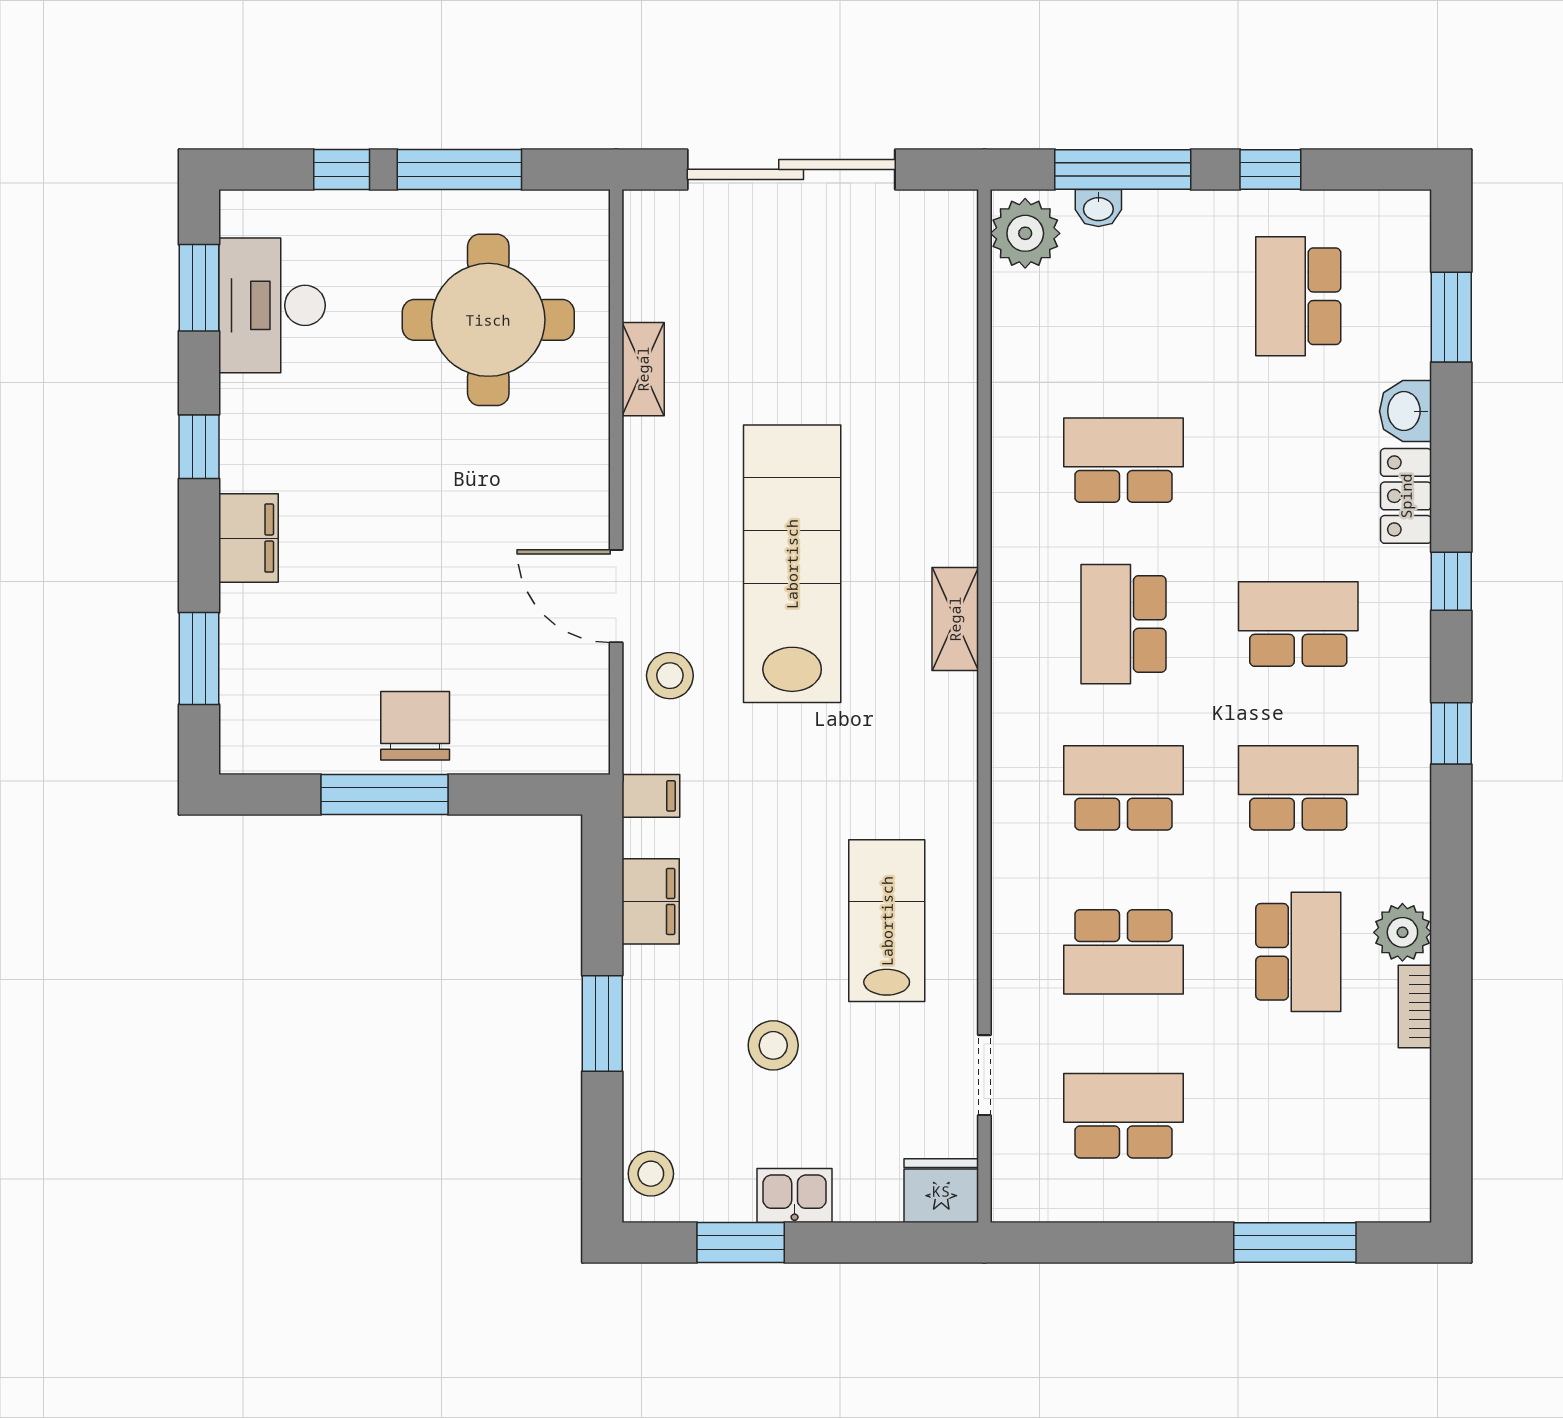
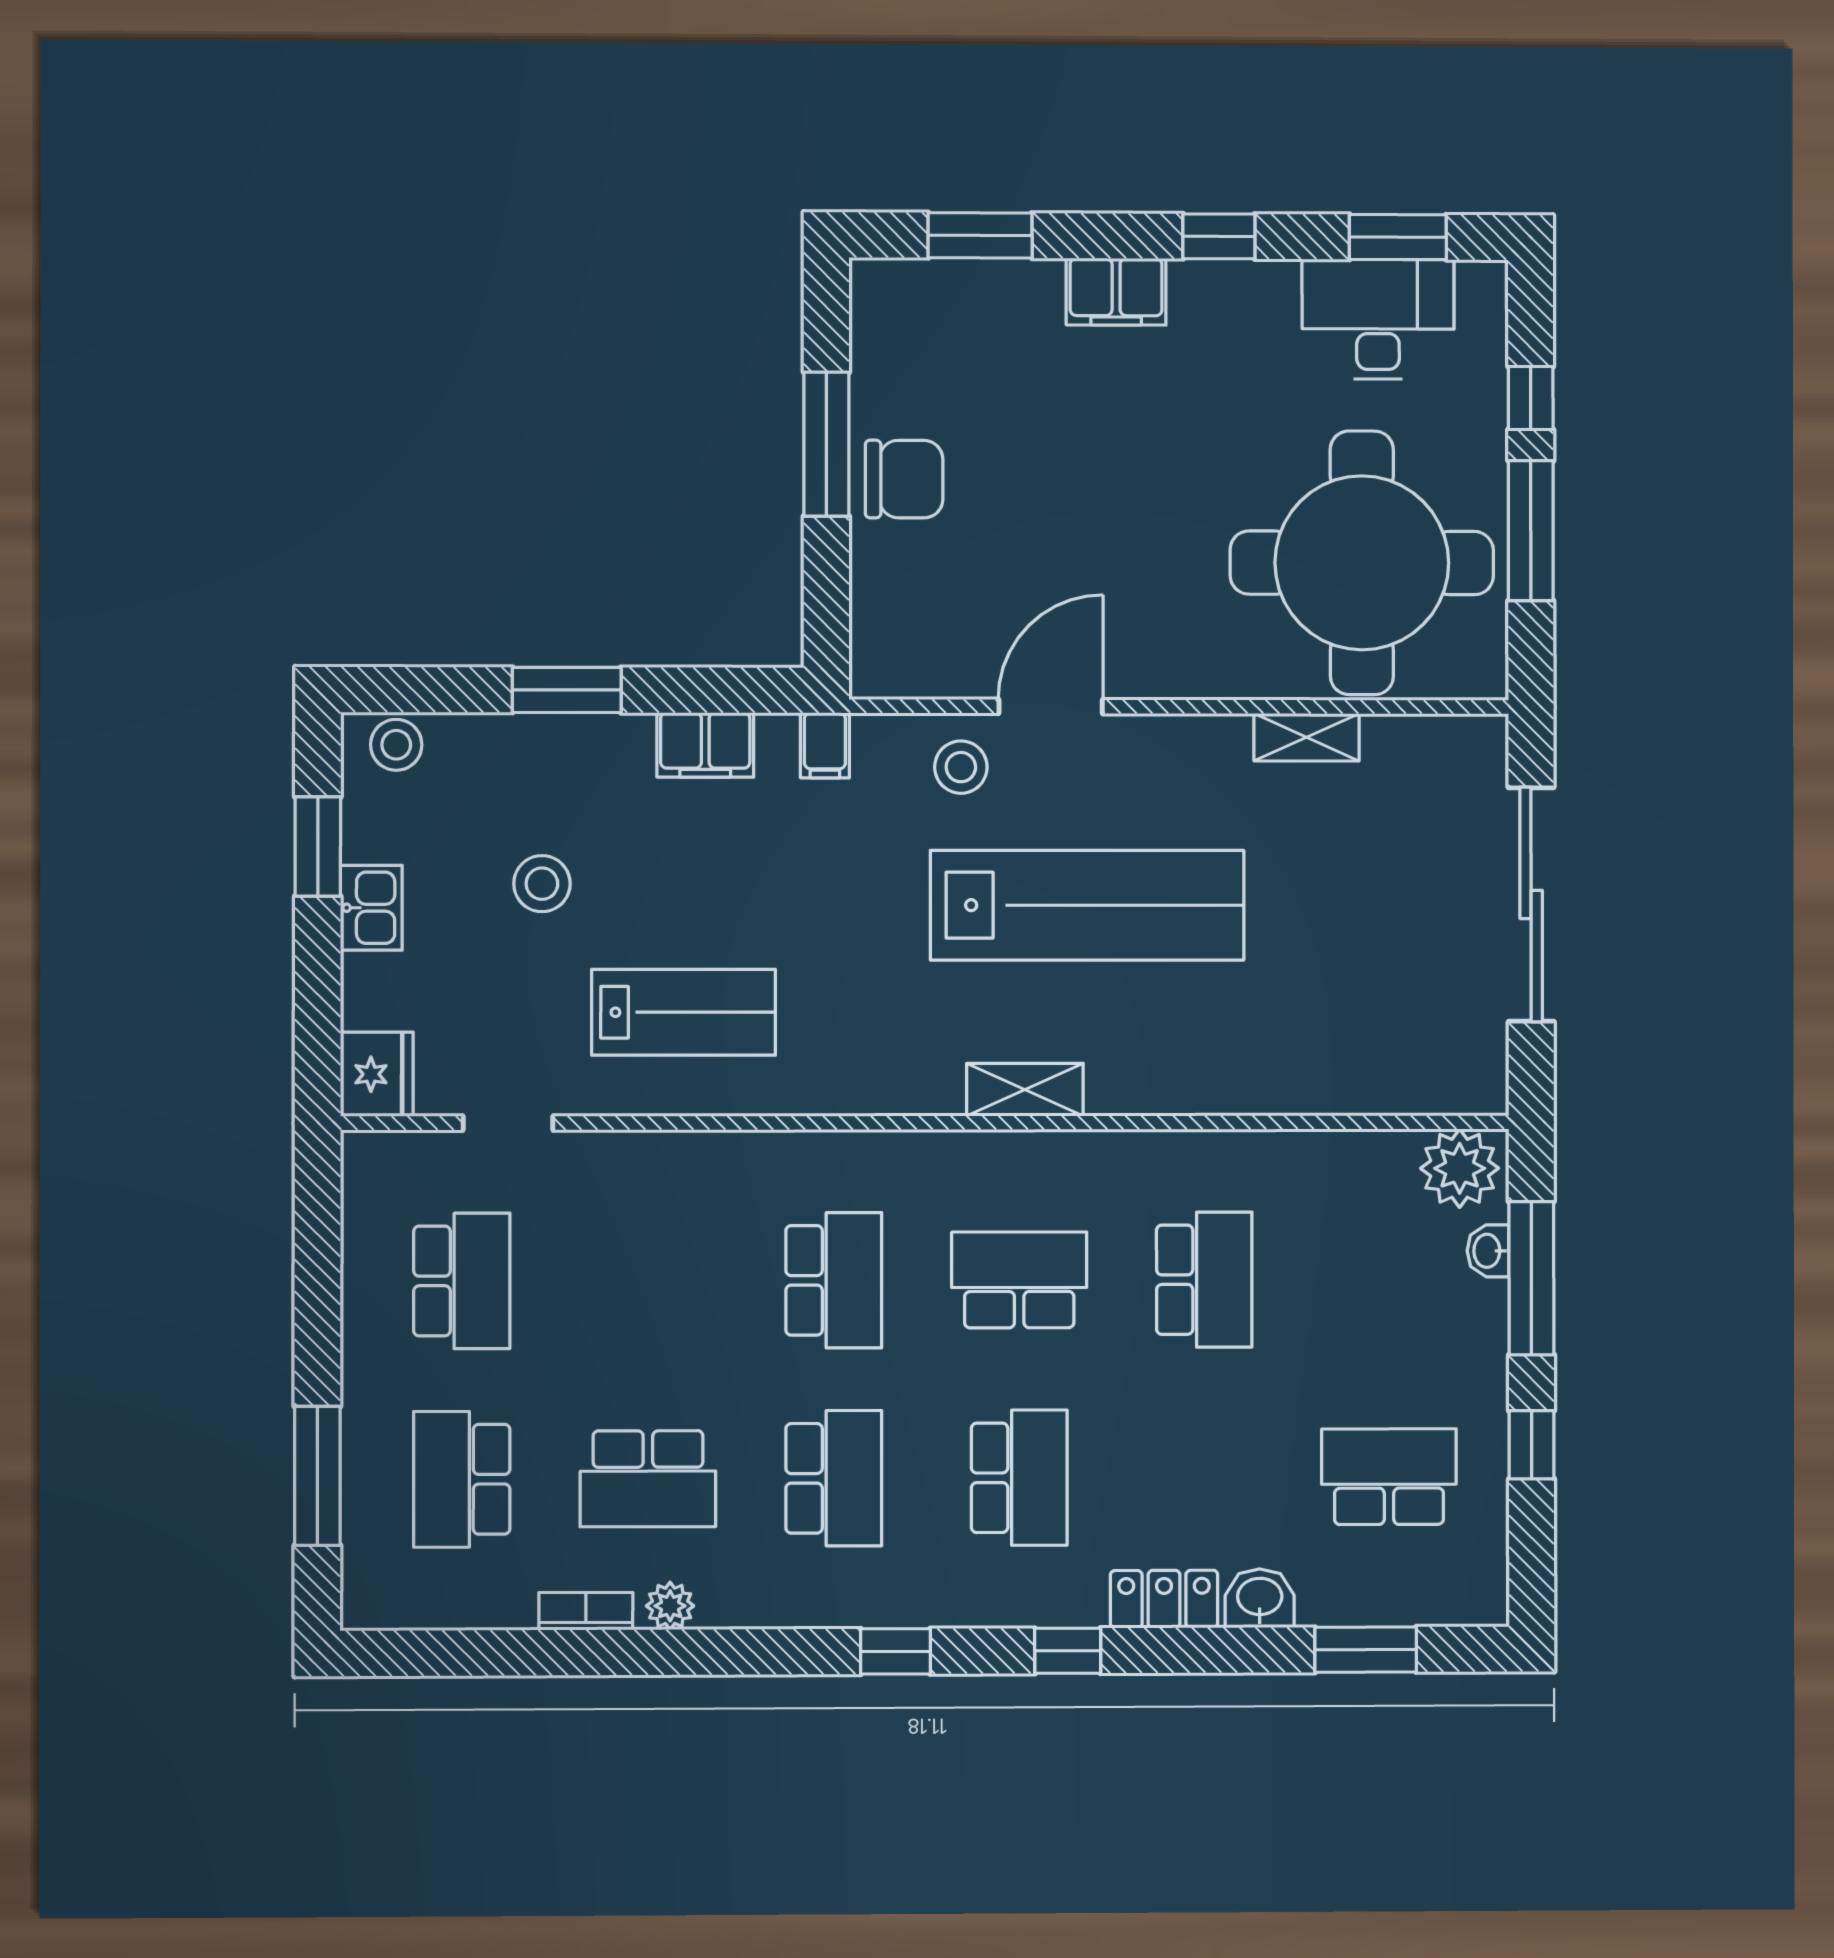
round table: (488, 320) -> (1362, 563), width x1.36, depth x1.36
plant: (1402, 932) -> (670, 1606), width x0.73, depth x0.73
school desk: (1123, 952) -> (462, 1479), moved

